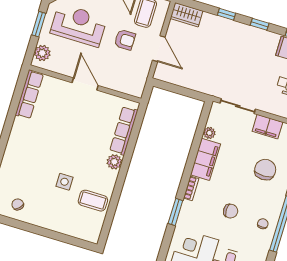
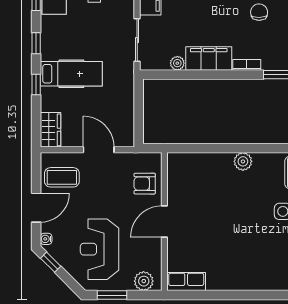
armchair: (125, 40) -> (145, 184), moved, turned -90
hospital bed: (227, 45) -> (71, 74), added
door: (159, 49) -> (99, 150), hinge flipped
row of seats: (29, 94) -> (186, 282), width x0.68
row of seats: (124, 131) -> (204, 161), removed

